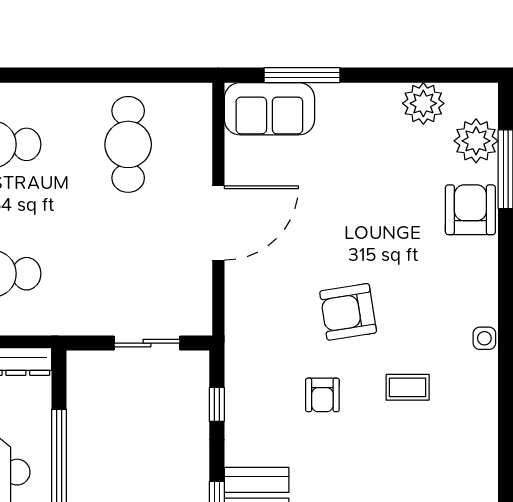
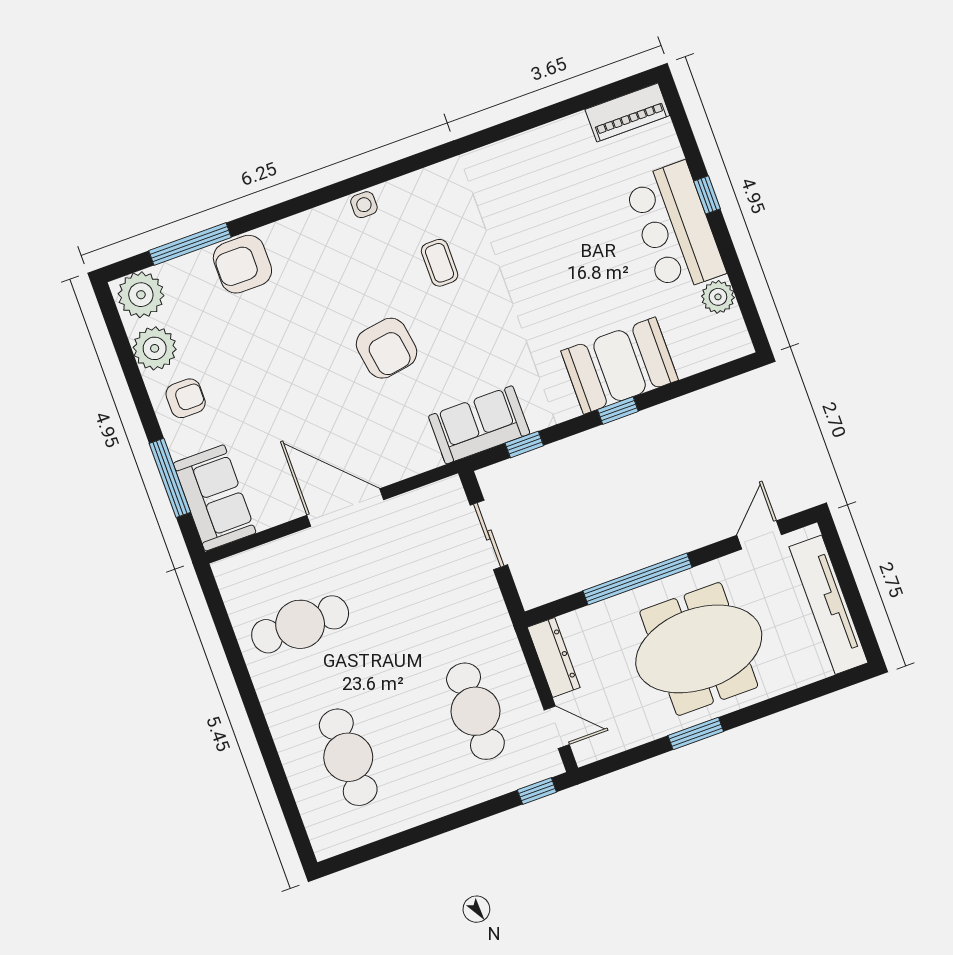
plant: (476, 141) -> (141, 295), moved
sofa: (249, 370) -> (479, 425), added
armchair: (322, 395) -> (186, 398), moved

